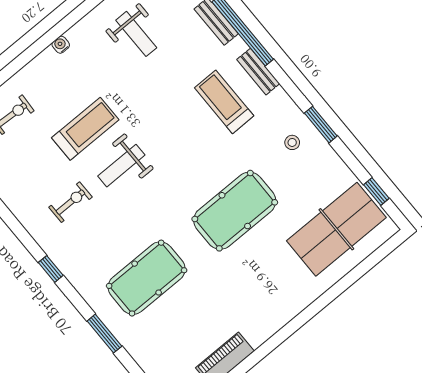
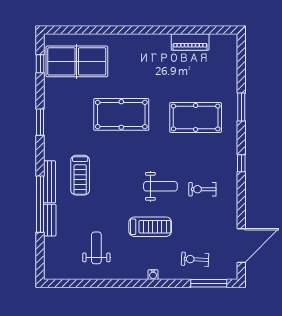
water cooler: (61, 45) -> (153, 275), moved
bench: (258, 72) -> (50, 182), width x1.36
treadmill: (85, 129) -> (150, 227), moved, turned 180
stool: (292, 142) -> (62, 125), removed

